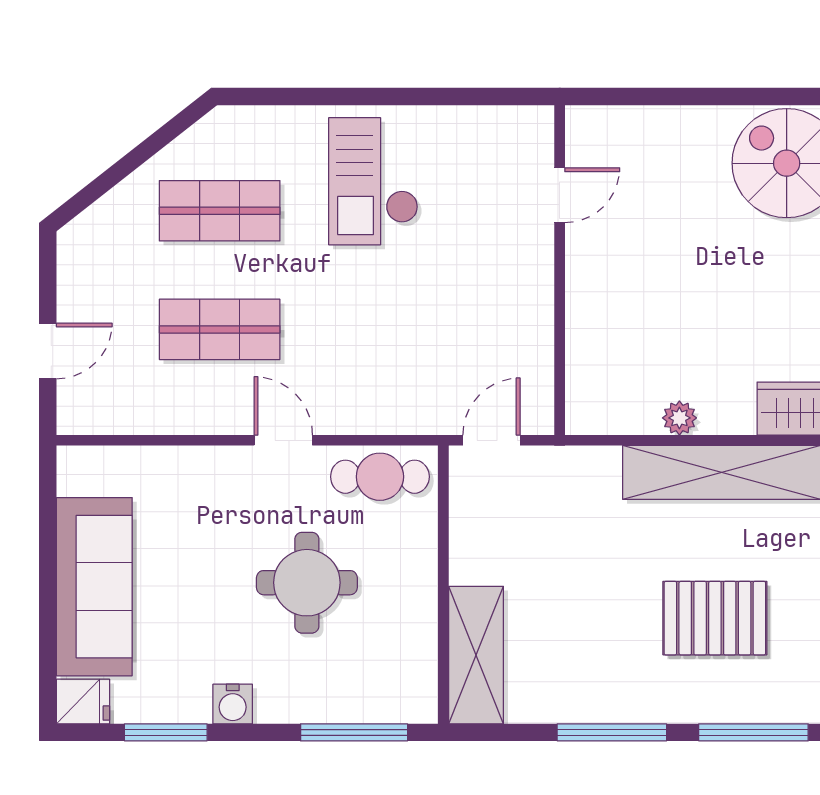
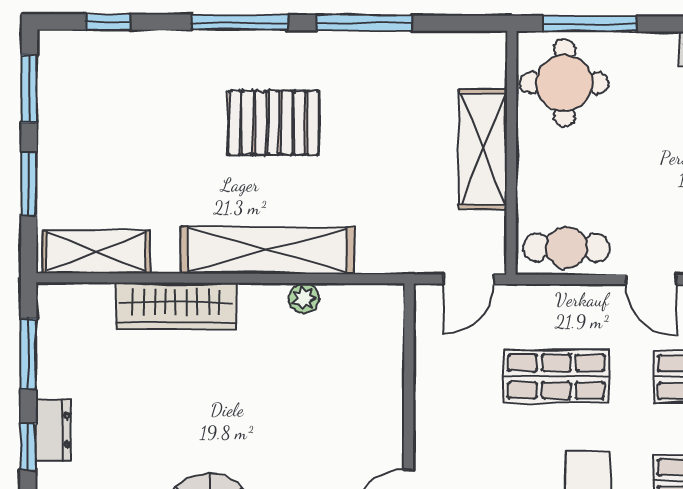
shop shelf: (391, 329) -> (556, 377), added
round table: (307, 583) -> (564, 83), moved
shelving: (476, 655) -> (483, 149), moved

